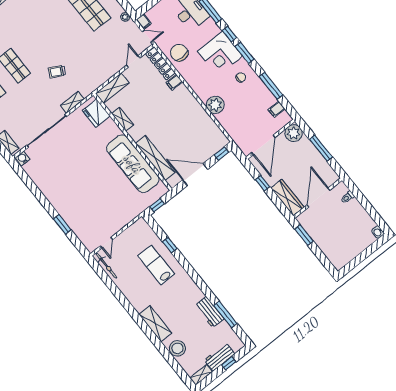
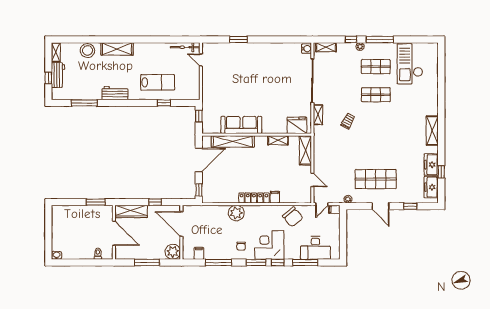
chair: (179, 53) -> (293, 217), turned 50
locker: (161, 63) -> (254, 198), moved
sofa: (133, 164) -> (241, 125), width x0.74, depth x0.79
workbench: (210, 312) -> (115, 93), moved

